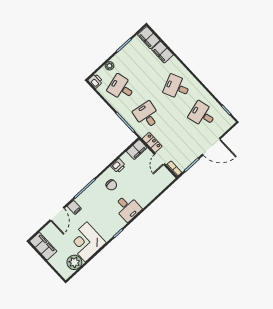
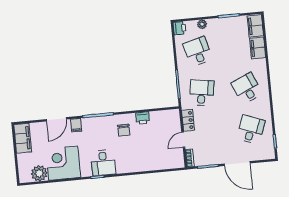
desk: (202, 115) -> (251, 129), turned 36
filing cabinet: (137, 149) -> (170, 116), removed
desk: (127, 208) -> (103, 163), moved

